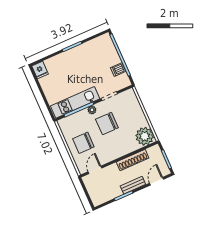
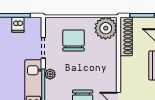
chair: (107, 123) -> (74, 41), moved, turned 180
shoe rack: (133, 160) -> (126, 36), moved

